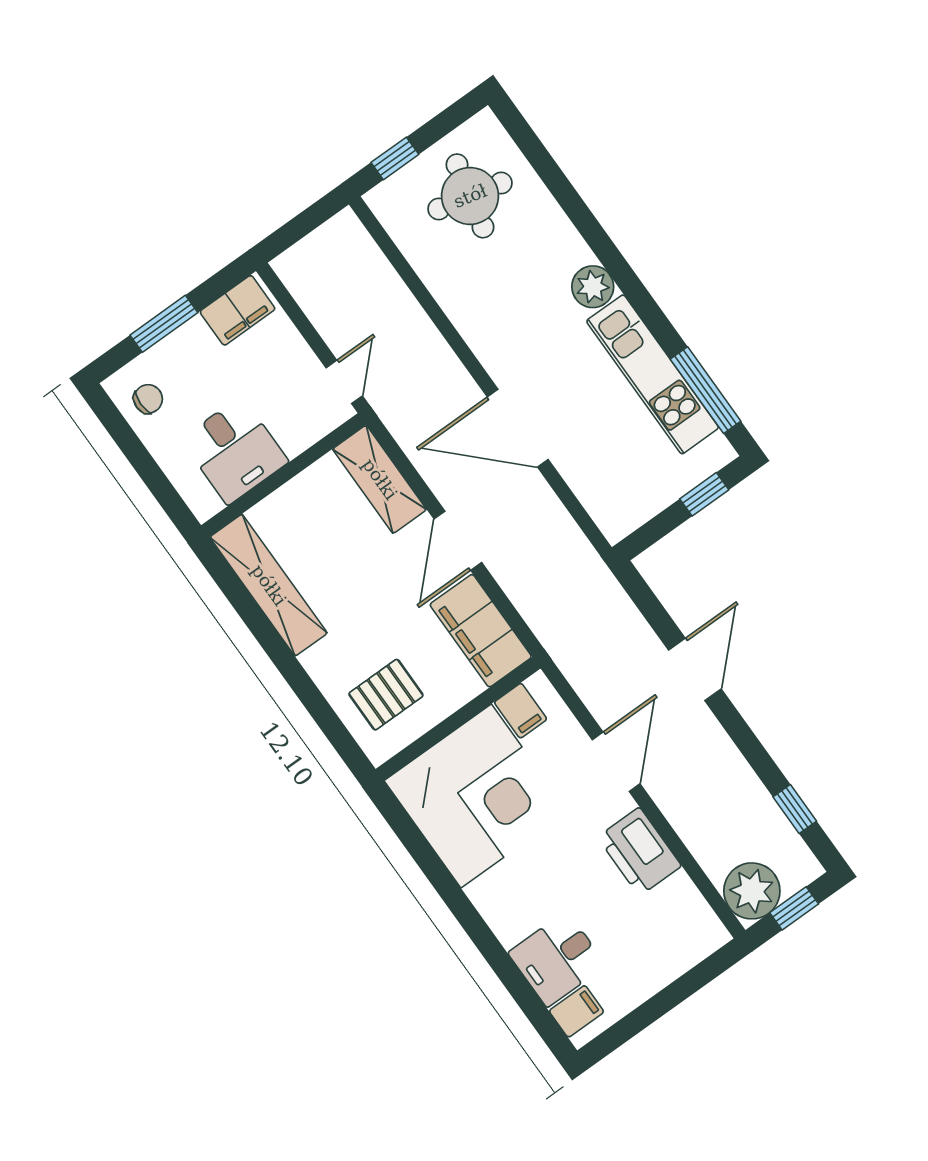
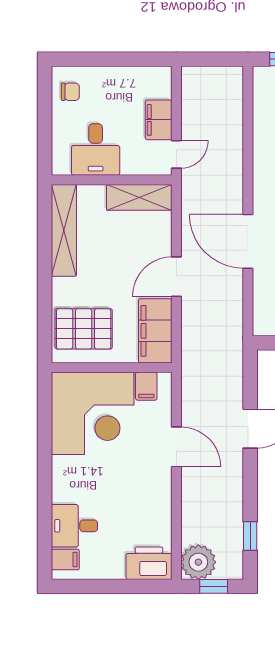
filing cabinet: (238, 310) -> (159, 120), moved, turned 90
window: (164, 324) -> (106, 59), removed
shelving: (380, 479) -> (139, 197), moved, turned 90
pallet: (386, 695) -> (84, 329), width x1.50, depth x1.42
door: (616, 762) -> (176, 447), hinge flipped
printer: (639, 852) -> (149, 563), moved, turned 90

